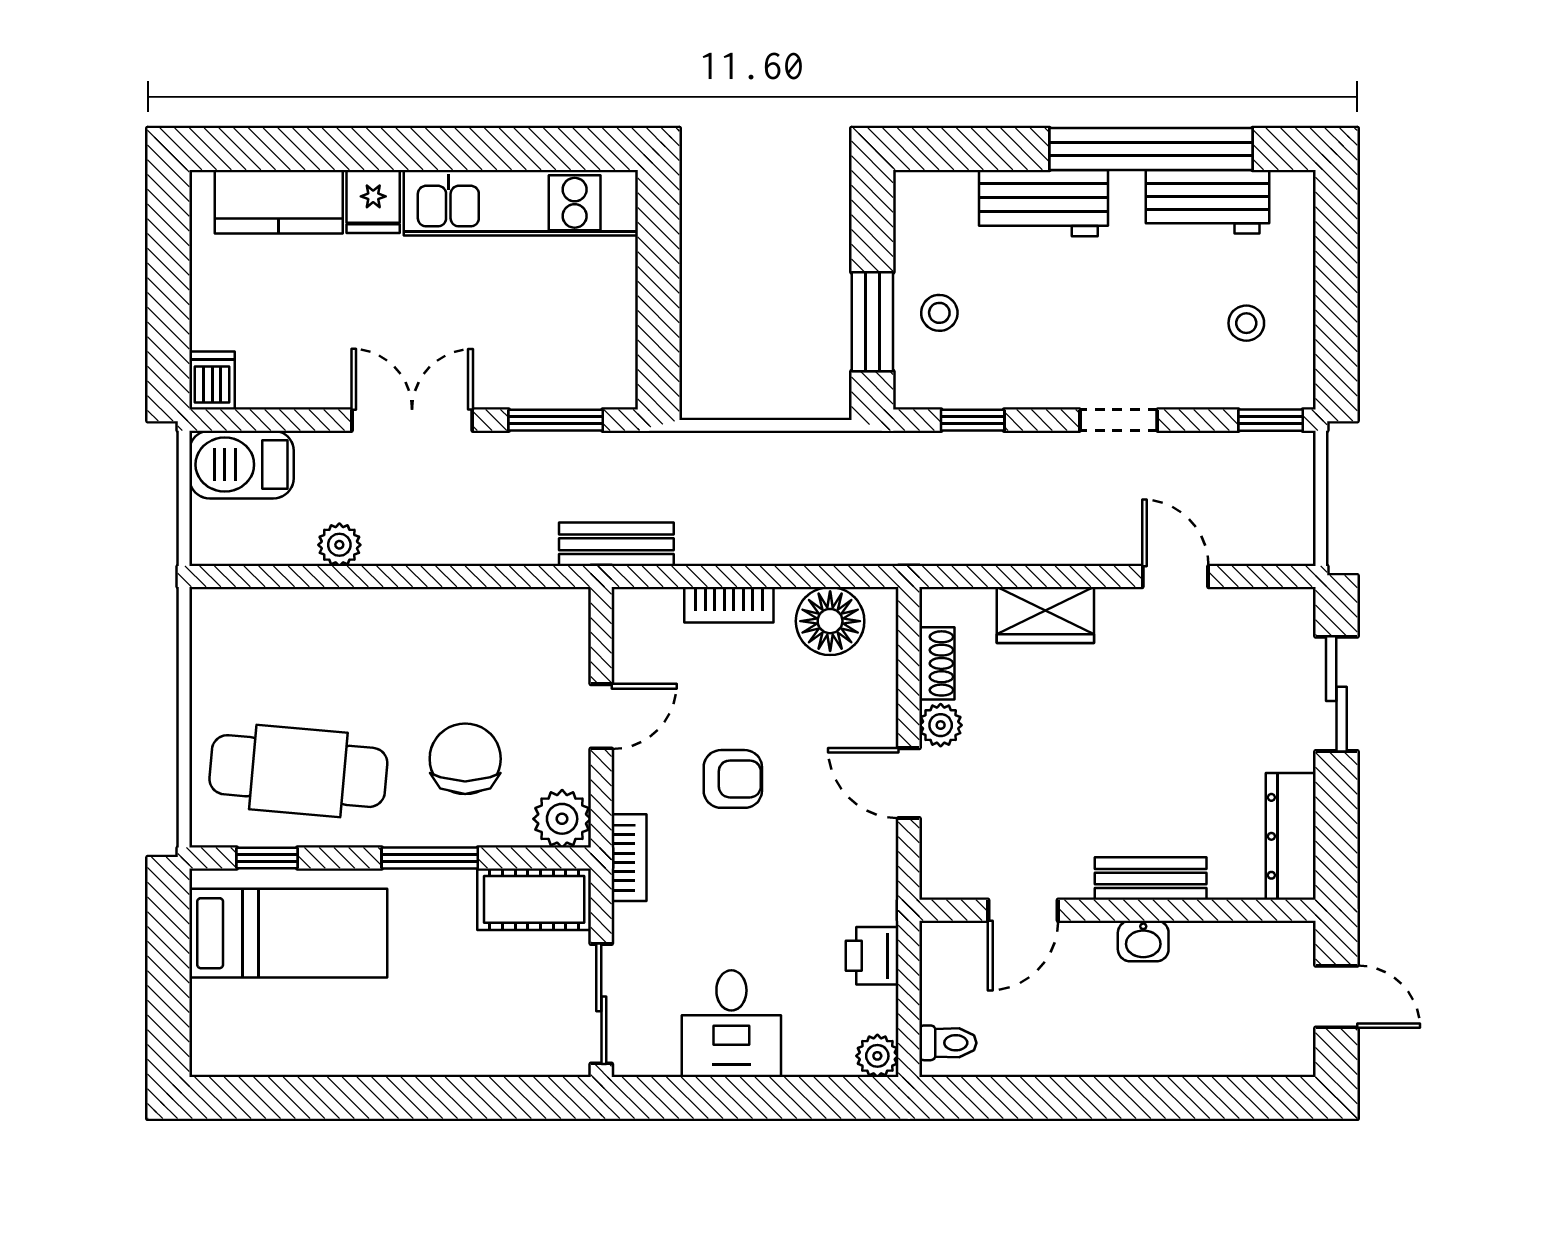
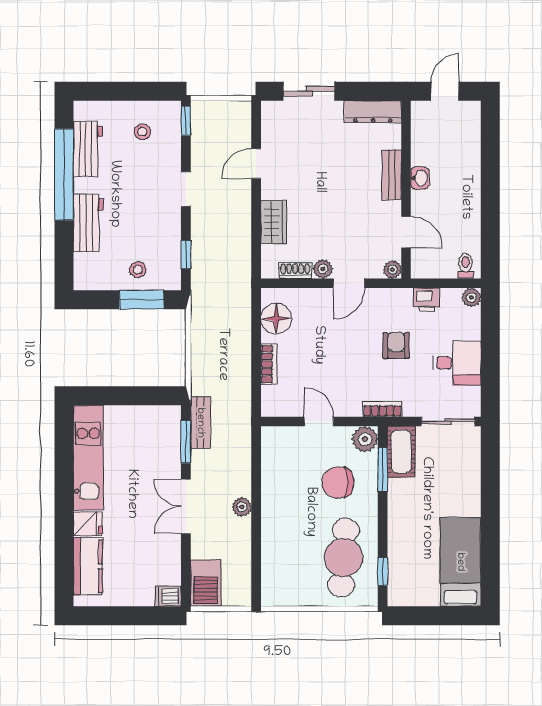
bench: (616, 544) -> (200, 423), moved
plant: (339, 545) -> (242, 507), moved
armchair: (733, 779) -> (396, 346), moved
window: (430, 858) -> (383, 470), moved
plant: (939, 880) -> (392, 270), added
bed: (288, 933) -> (460, 562), moved

